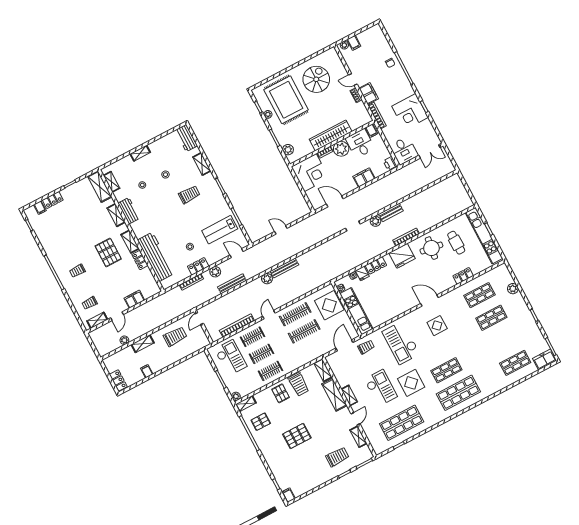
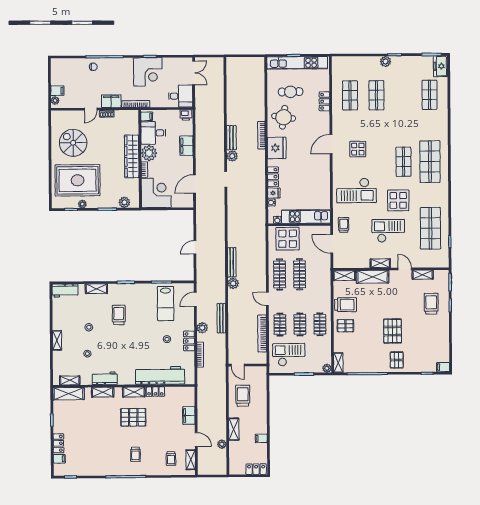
plant: (513, 289) -> (385, 61), moved
pallet: (261, 422) -> (397, 360), moved

